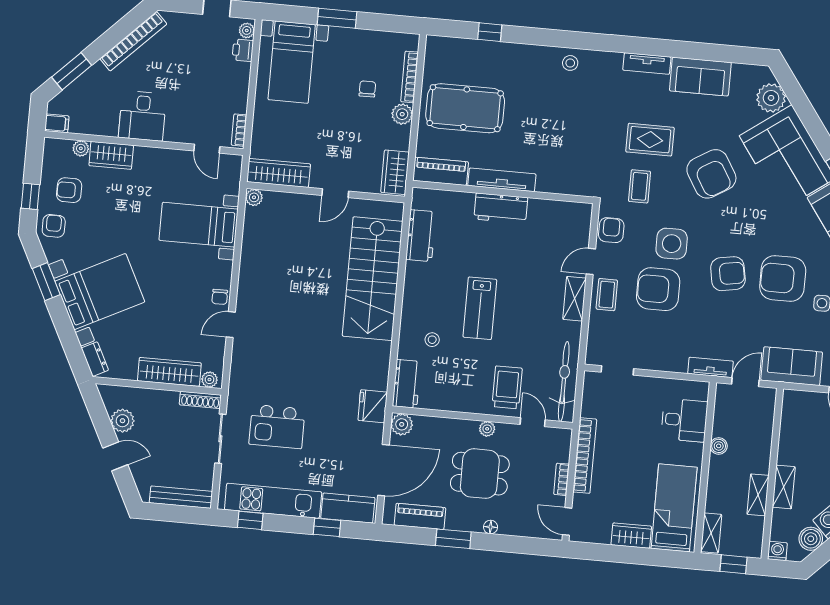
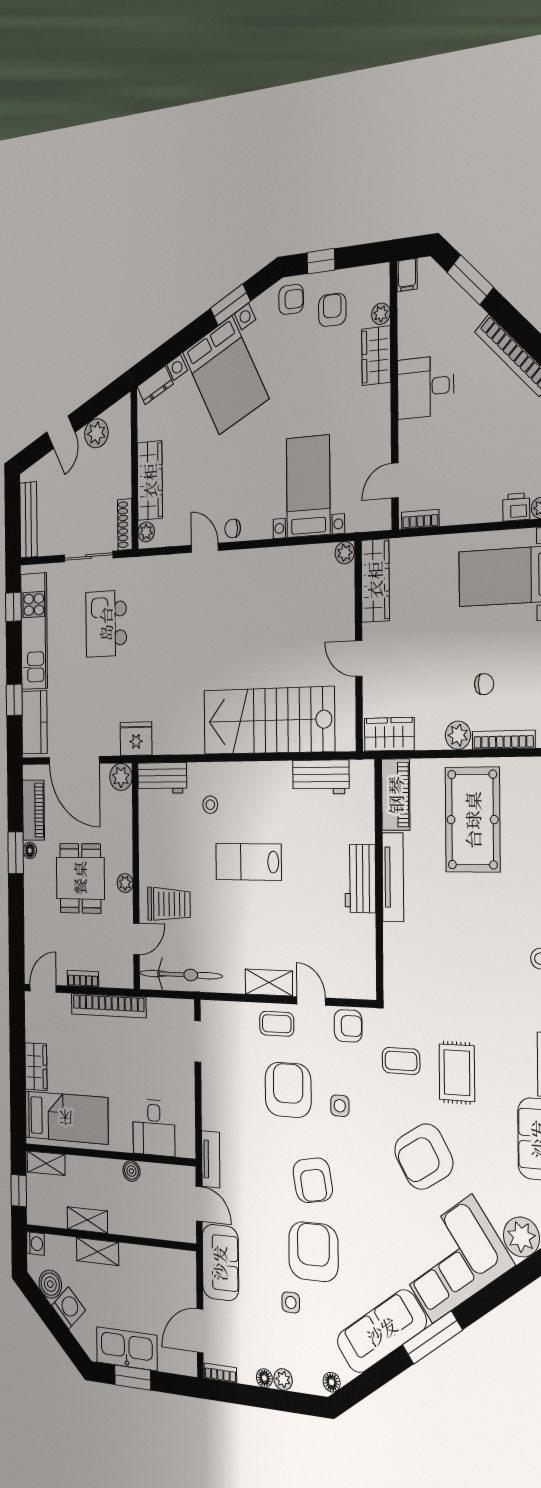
side table: (672, 244) -> (340, 1106), width x0.54, depth x0.54
floor lamp: (491, 527) -> (30, 851), moved

